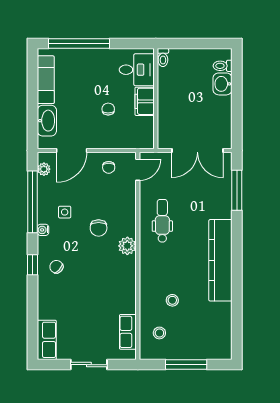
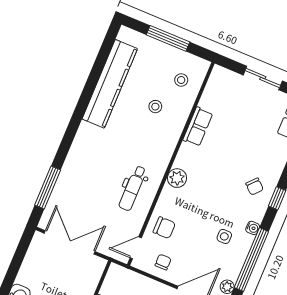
chair: (99, 228) -> (164, 228), moved, turned 90
kitchen counter: (220, 260) -> (110, 84), moved
row of seats: (128, 332) -> (198, 127), moved

